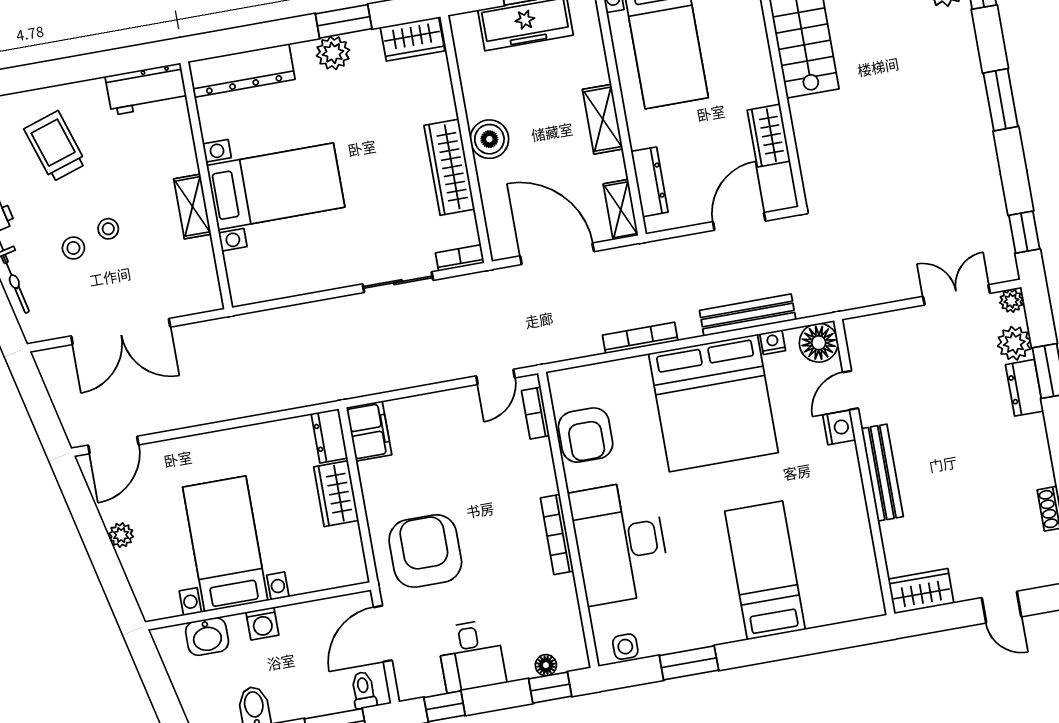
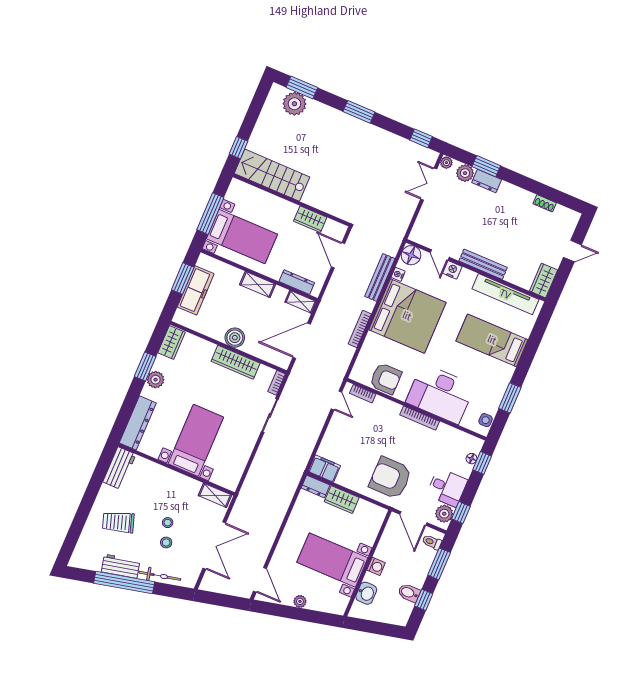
shelving: (192, 206) -> (215, 495), moved
tv unit: (857, 542) -> (505, 294), added
plant: (424, 680) -> (444, 514), added

